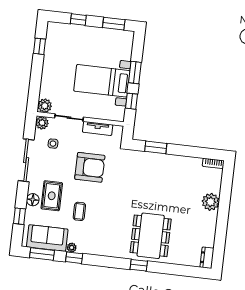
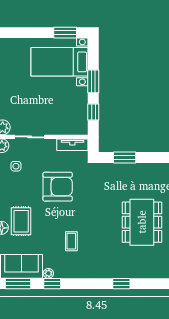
window: (78, 20) -> (27, 33), removed
bed with nightstands: (102, 81) -> (60, 62), moved
tv unit: (98, 128) -> (72, 145), moved
coffee table: (79, 211) -> (71, 241), moved
dining table: (151, 236) -> (142, 222), moved

